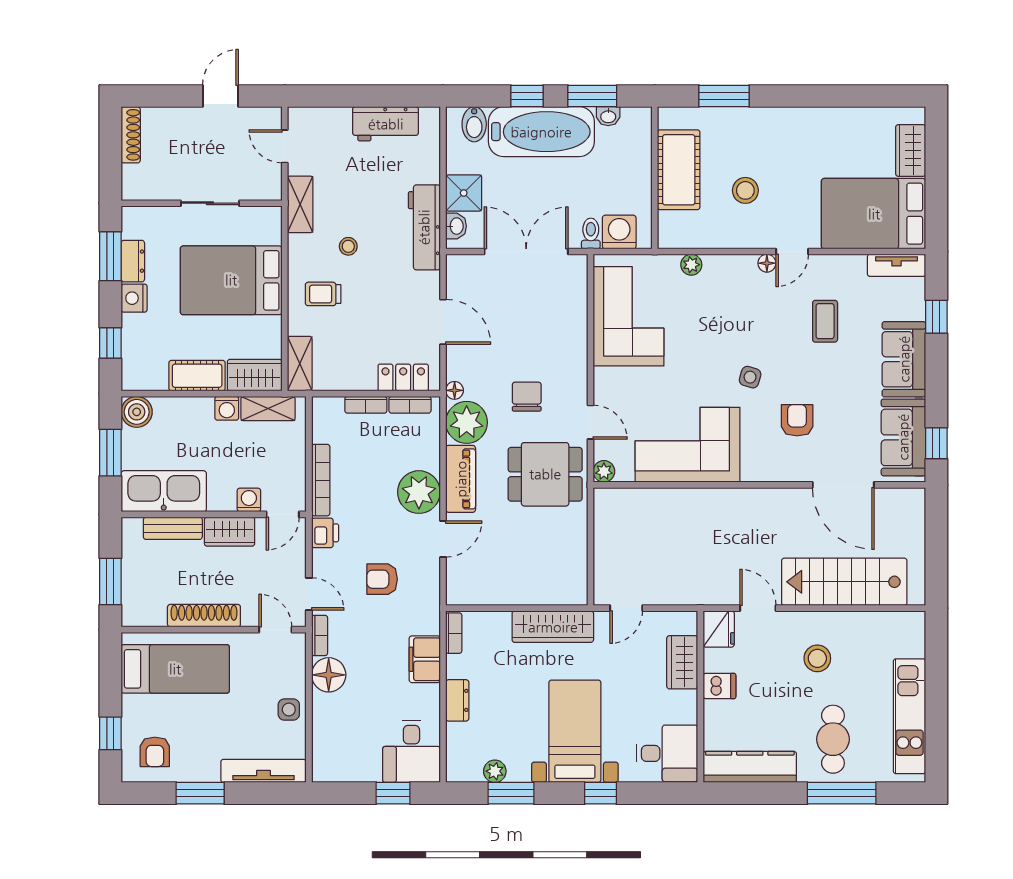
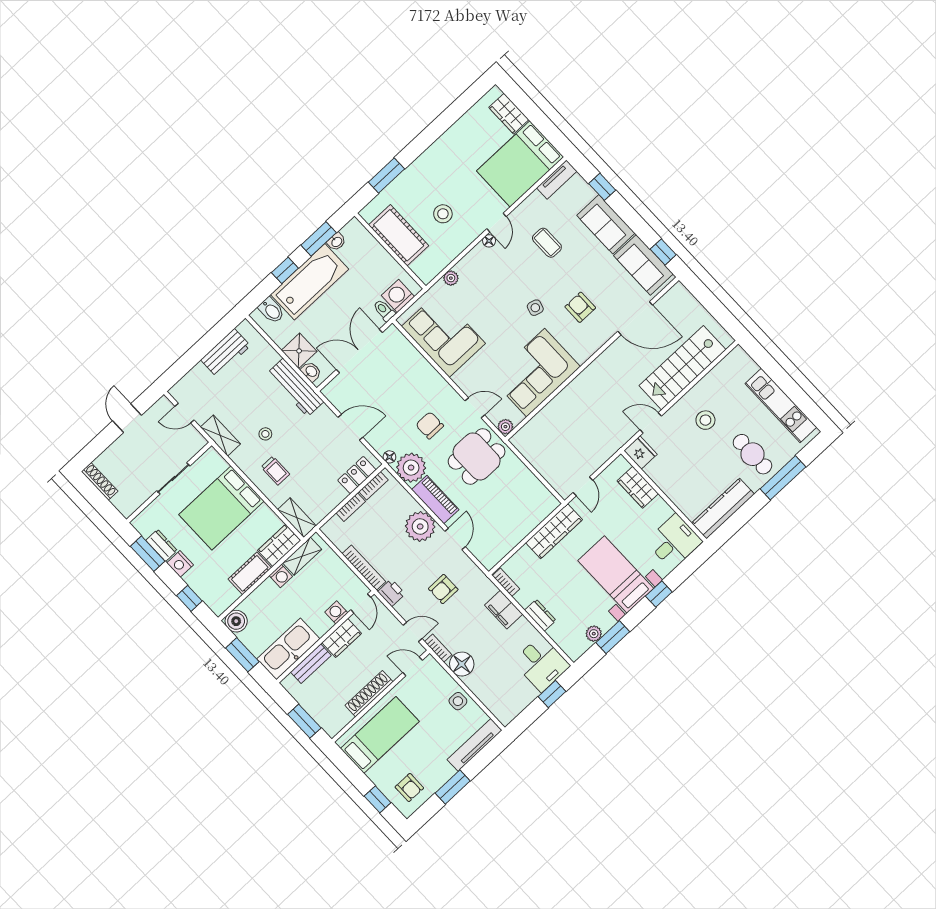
trolley: (323, 294) -> (275, 471), turned -90
dishwasher: (719, 686) -> (668, 481), removed

